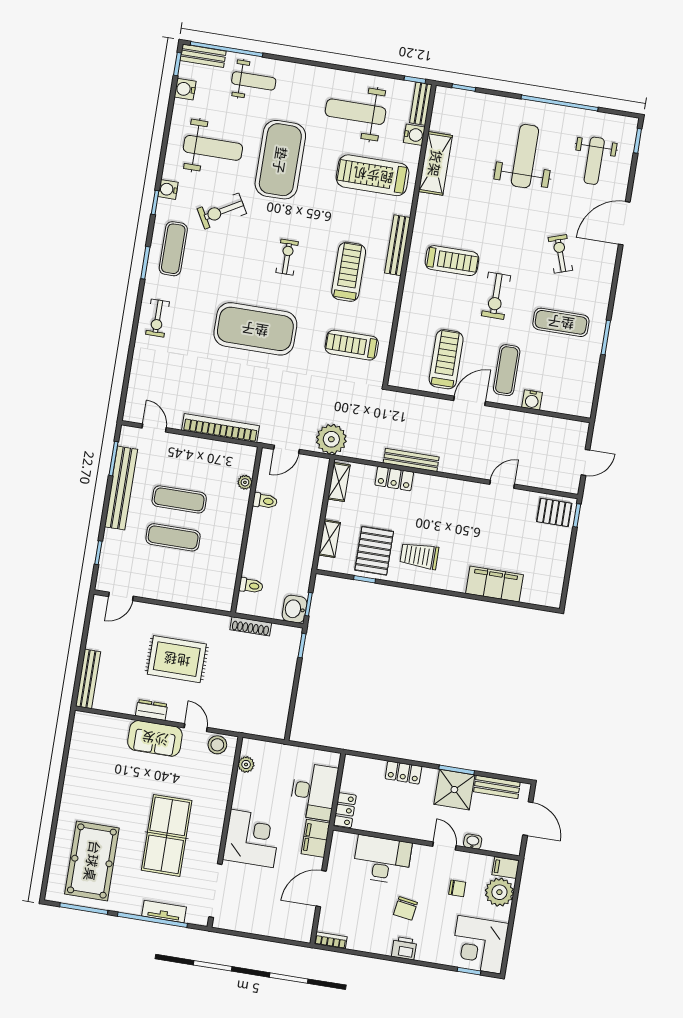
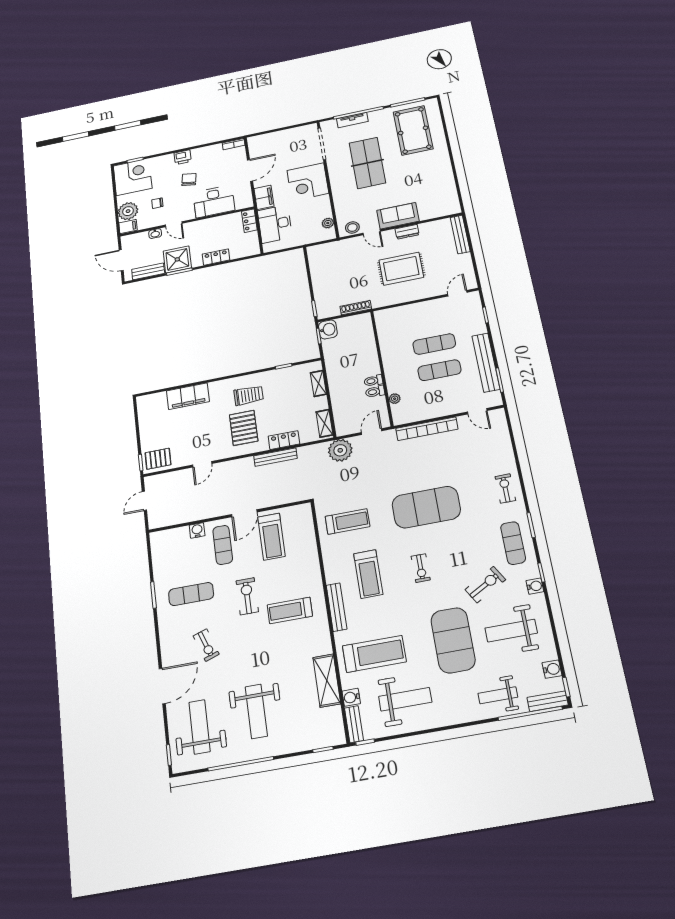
weight bench: (594, 161) -> (200, 727), width x1.36, depth x1.33
pallet: (374, 551) -> (244, 428), moved
toilet: (251, 586) -> (373, 381), moved

